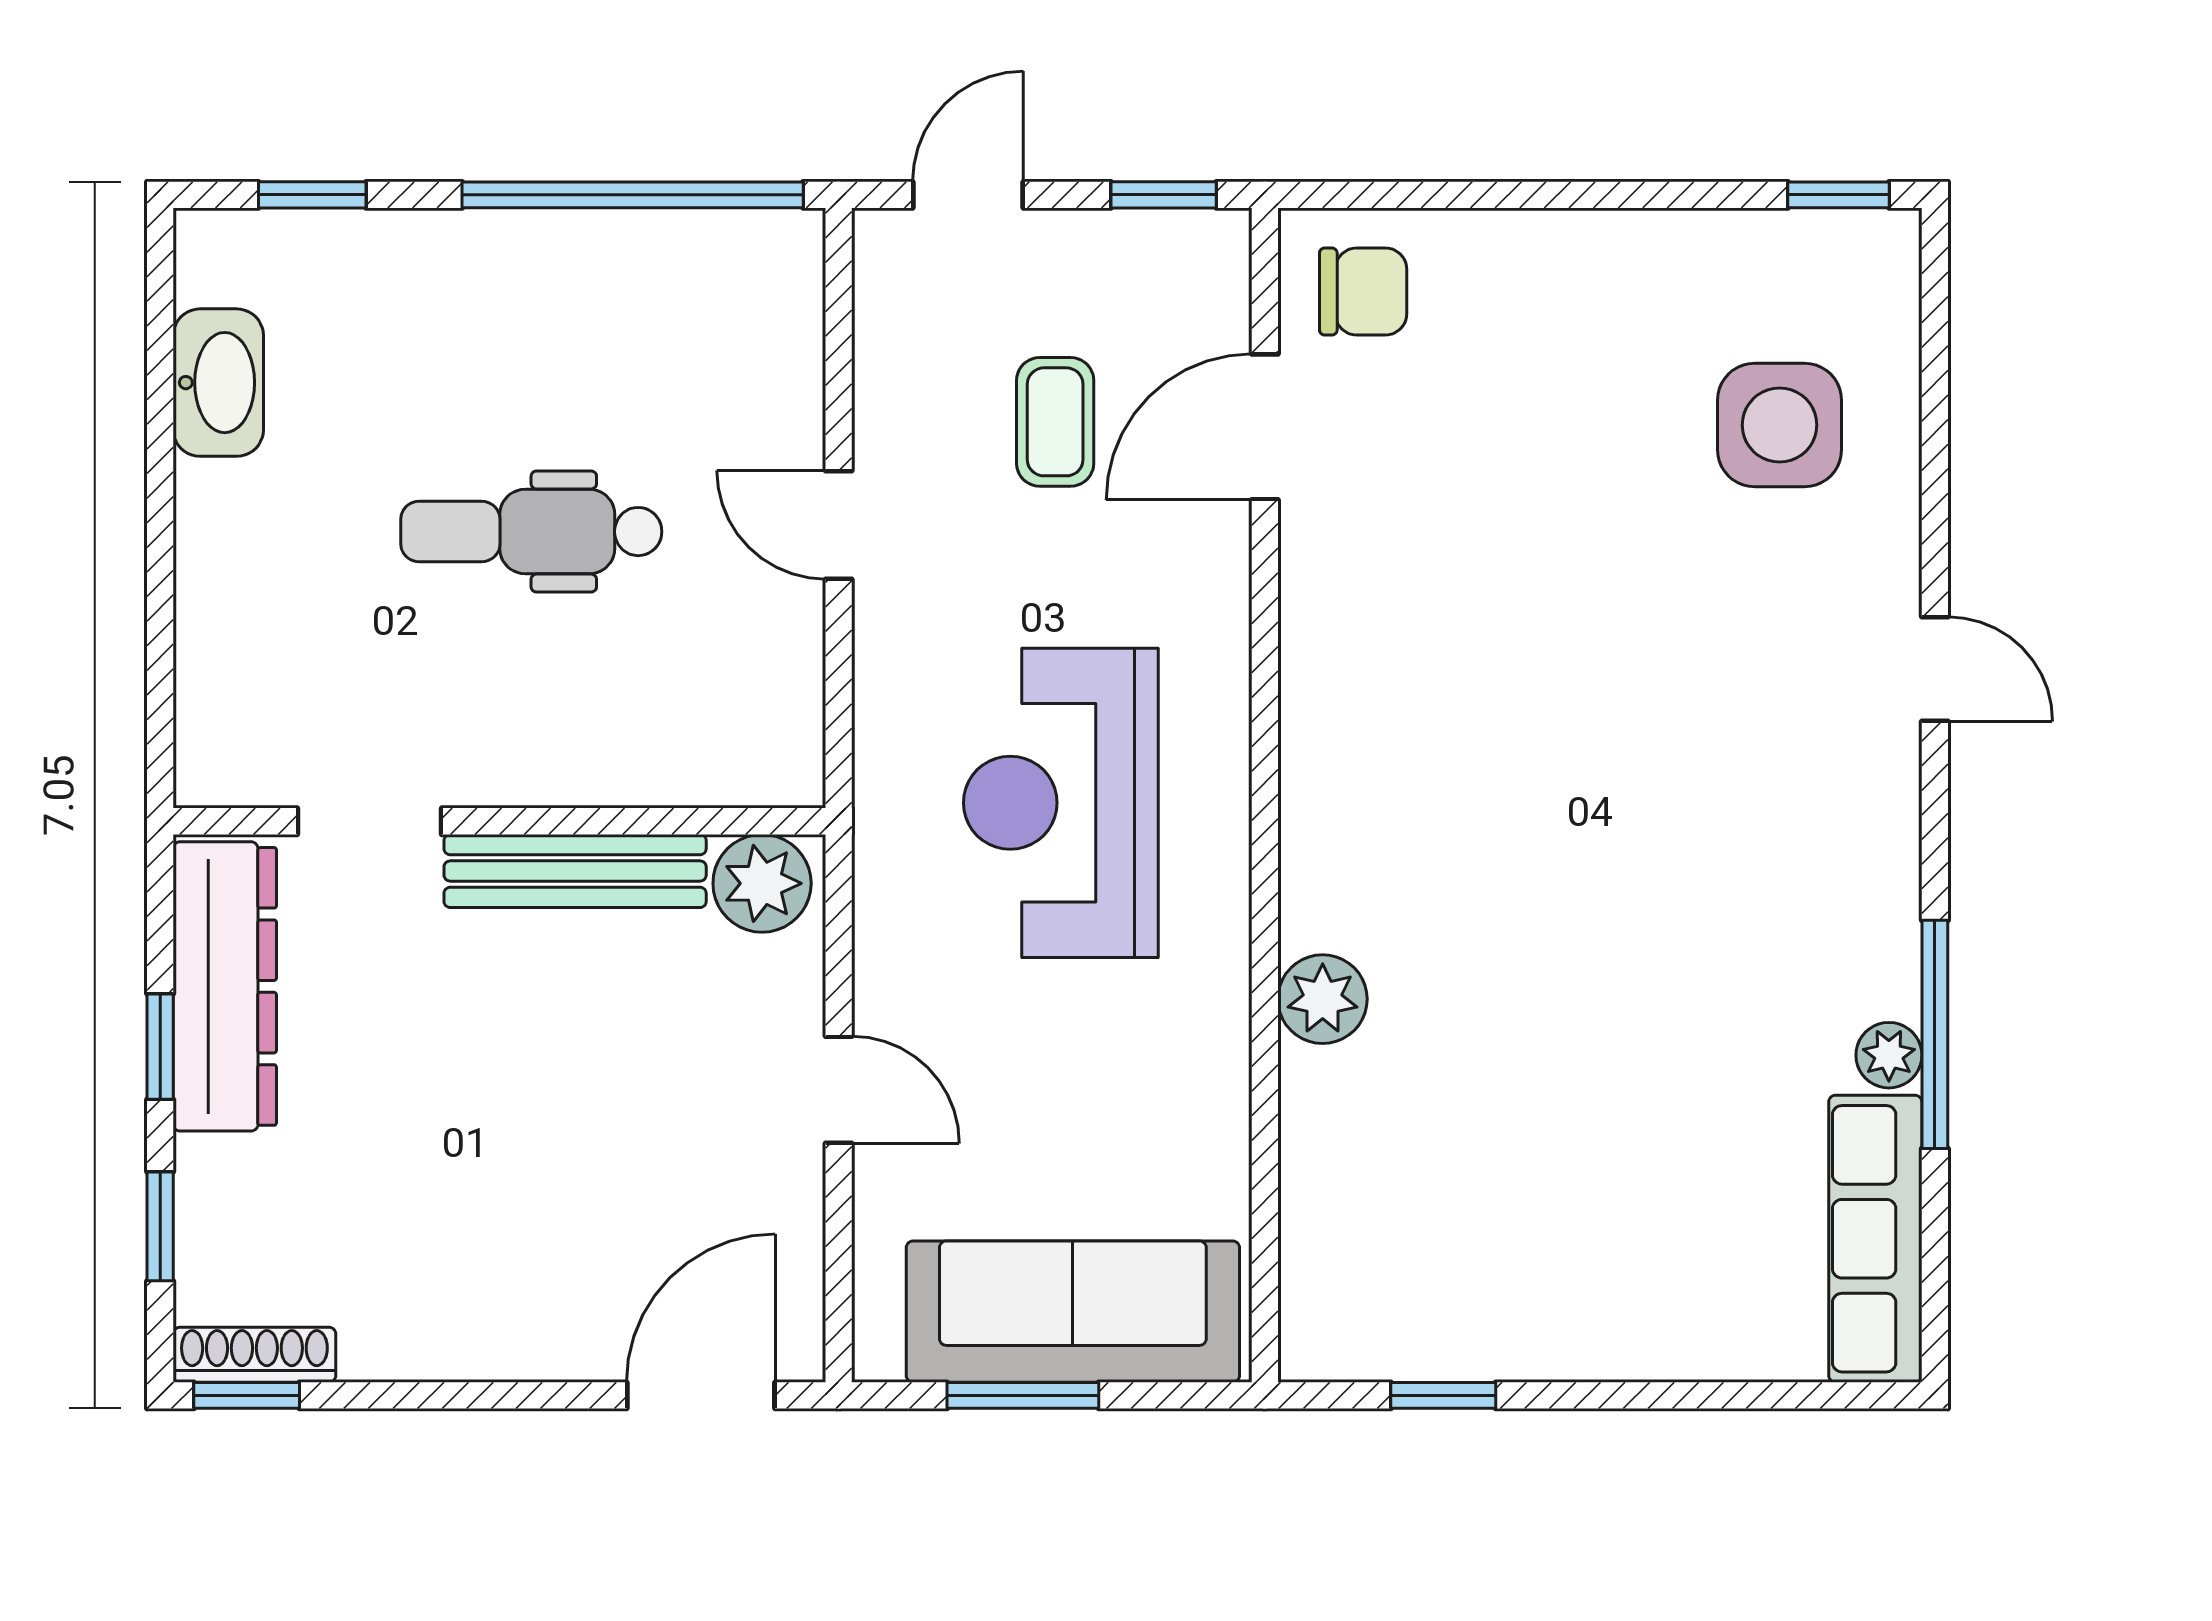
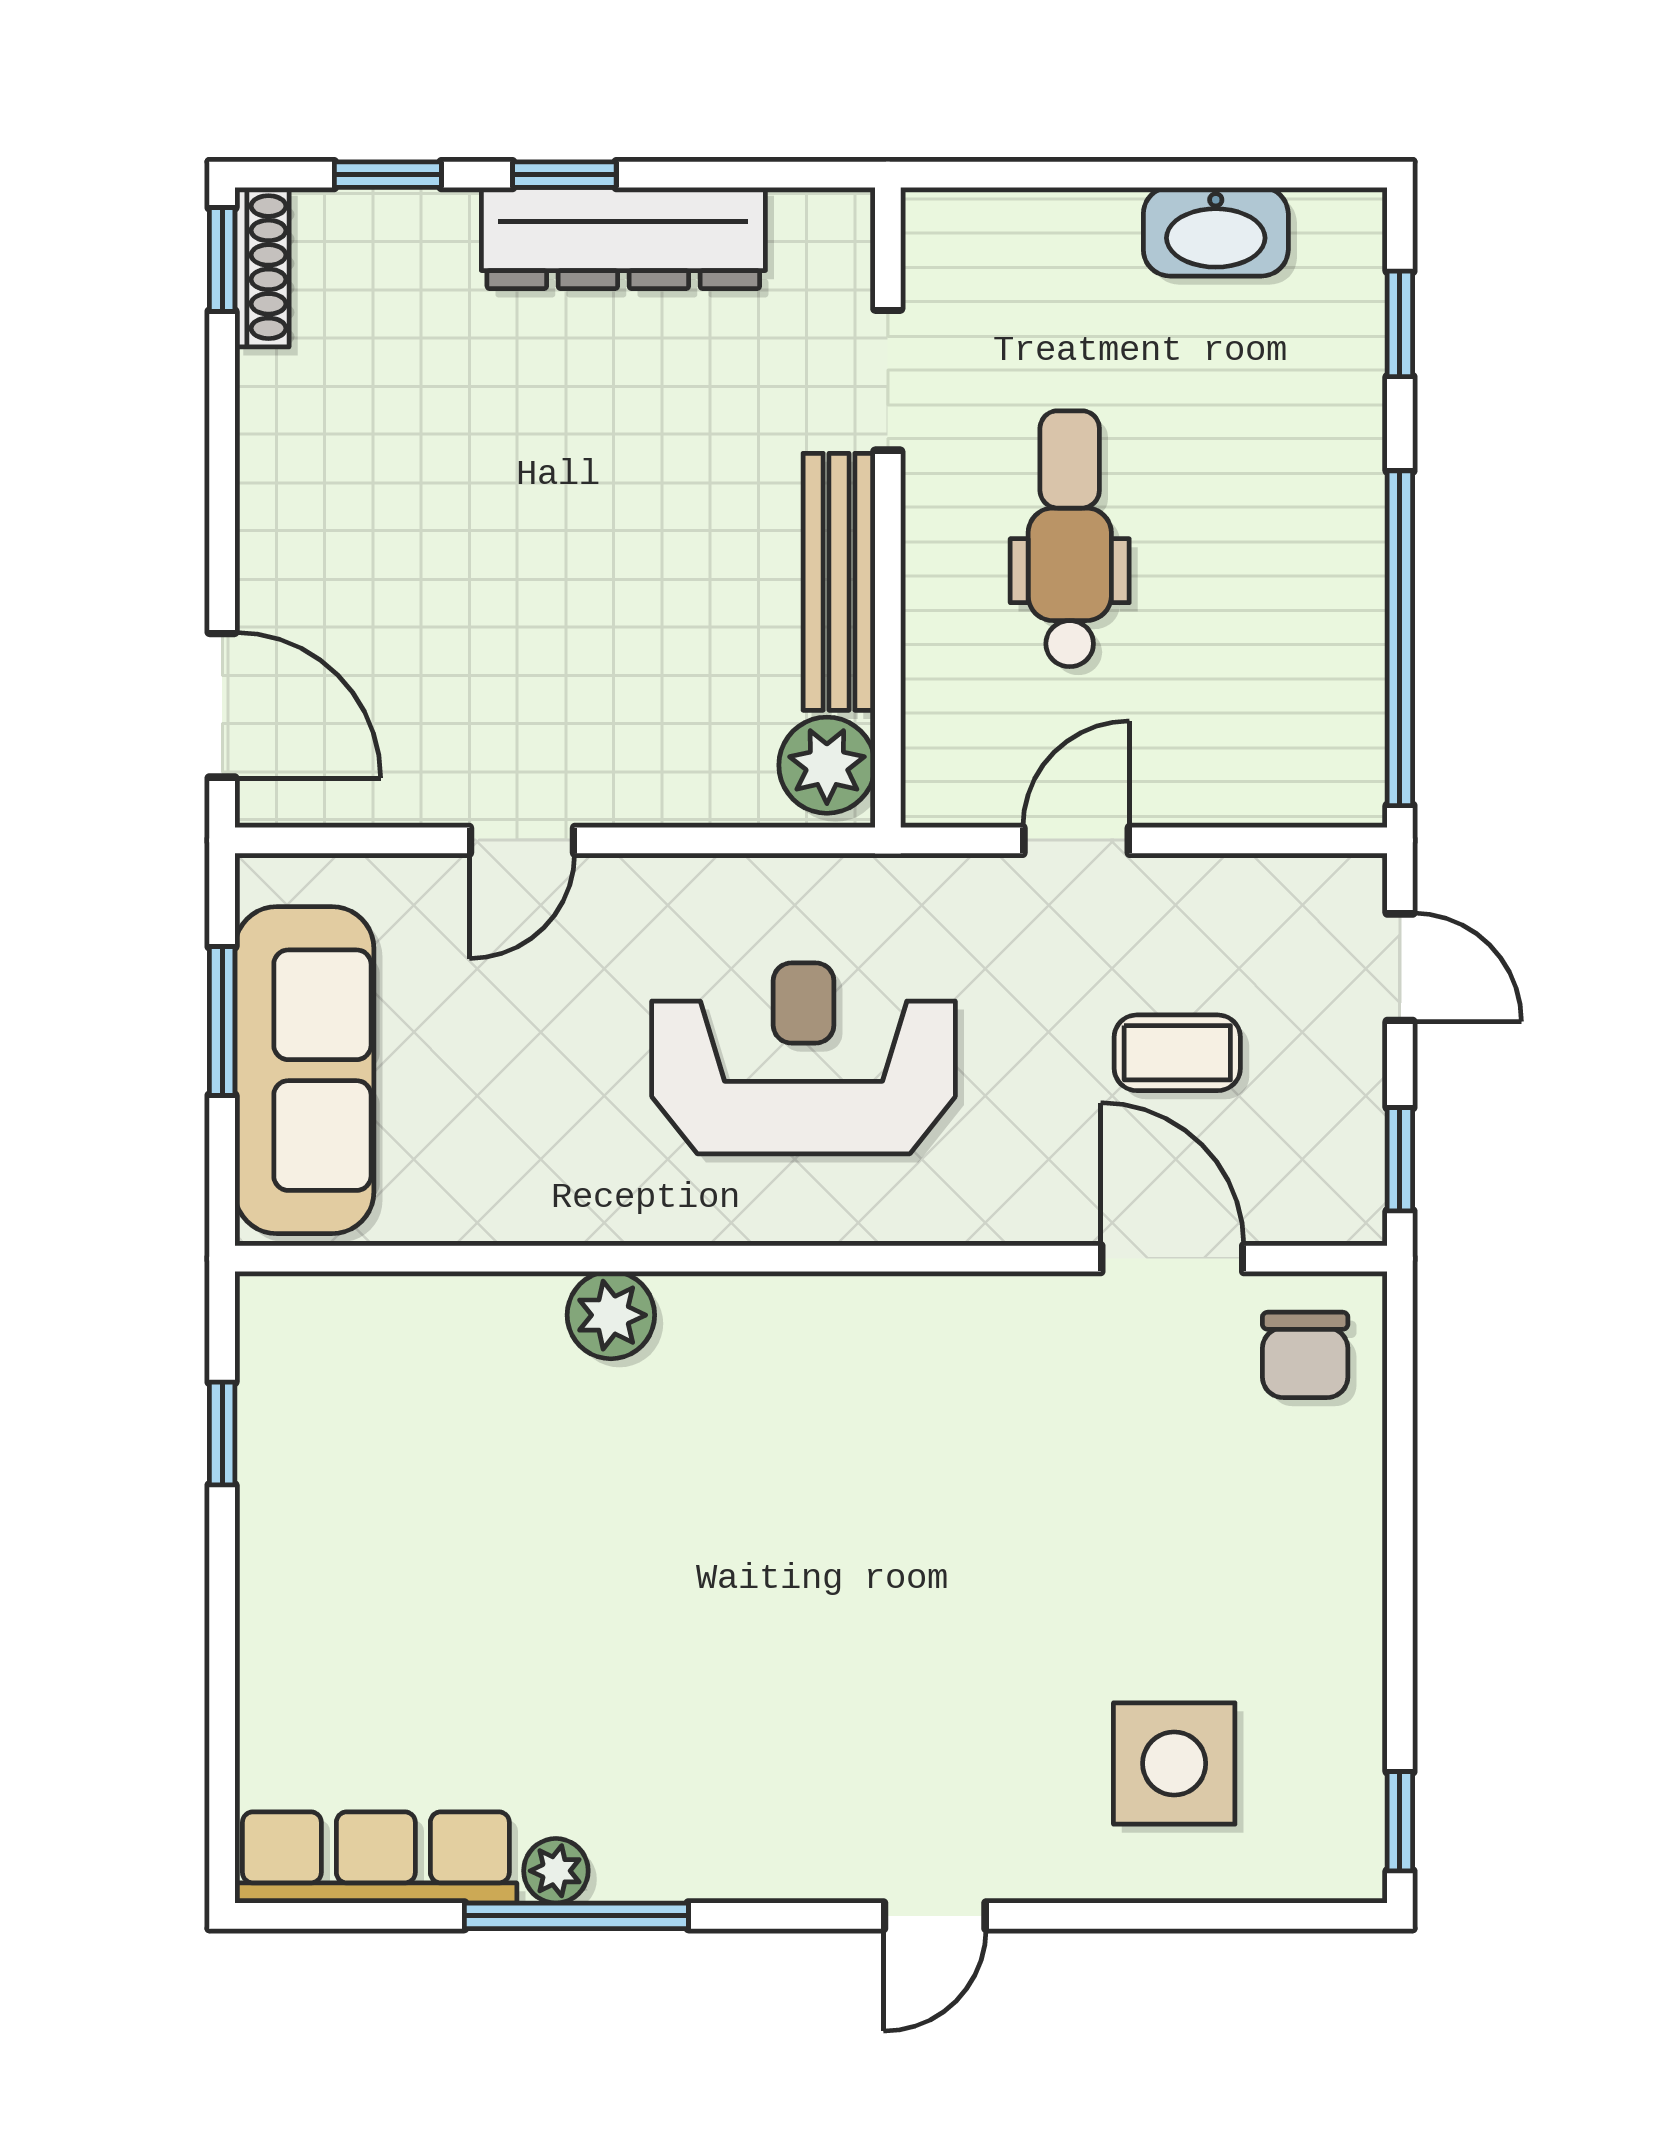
doorway: (370, 821) -> (888, 380), moved
wall: (499, 821) -> (888, 507), moved
bench: (575, 871) -> (839, 582), moved
plant: (762, 883) -> (827, 765), moved

